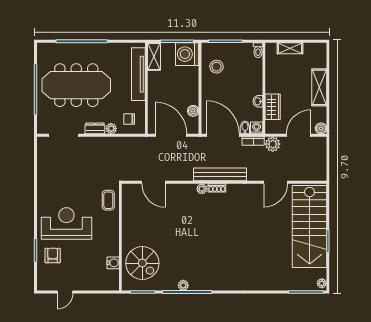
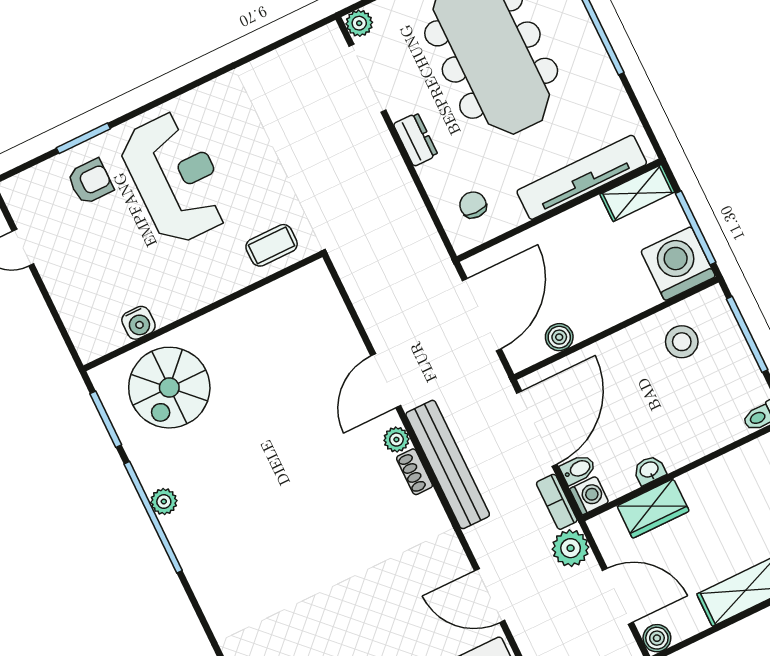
plant: (111, 129) -> (359, 23), moved
door: (154, 182) -> (386, 381), moved

